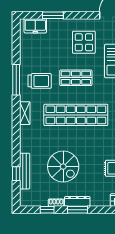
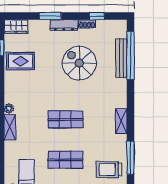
trolley: (40, 81) -> (109, 169), moved
shop shelf: (76, 115) -> (65, 119), width x0.50, depth x0.74
window: (16, 174) -> (131, 55), width x3.17
window: (78, 210) -> (50, 16), moved

